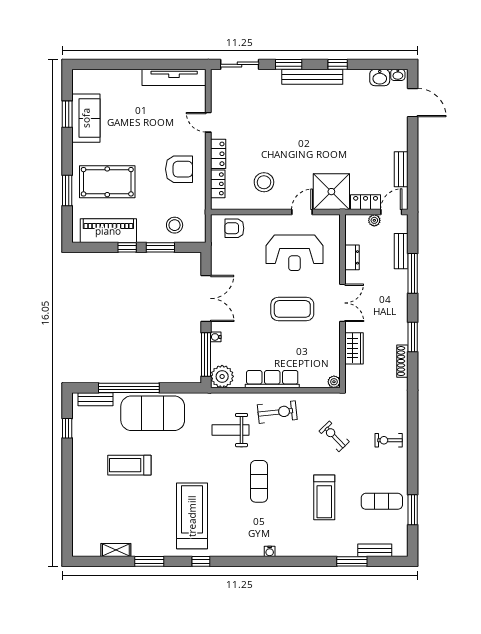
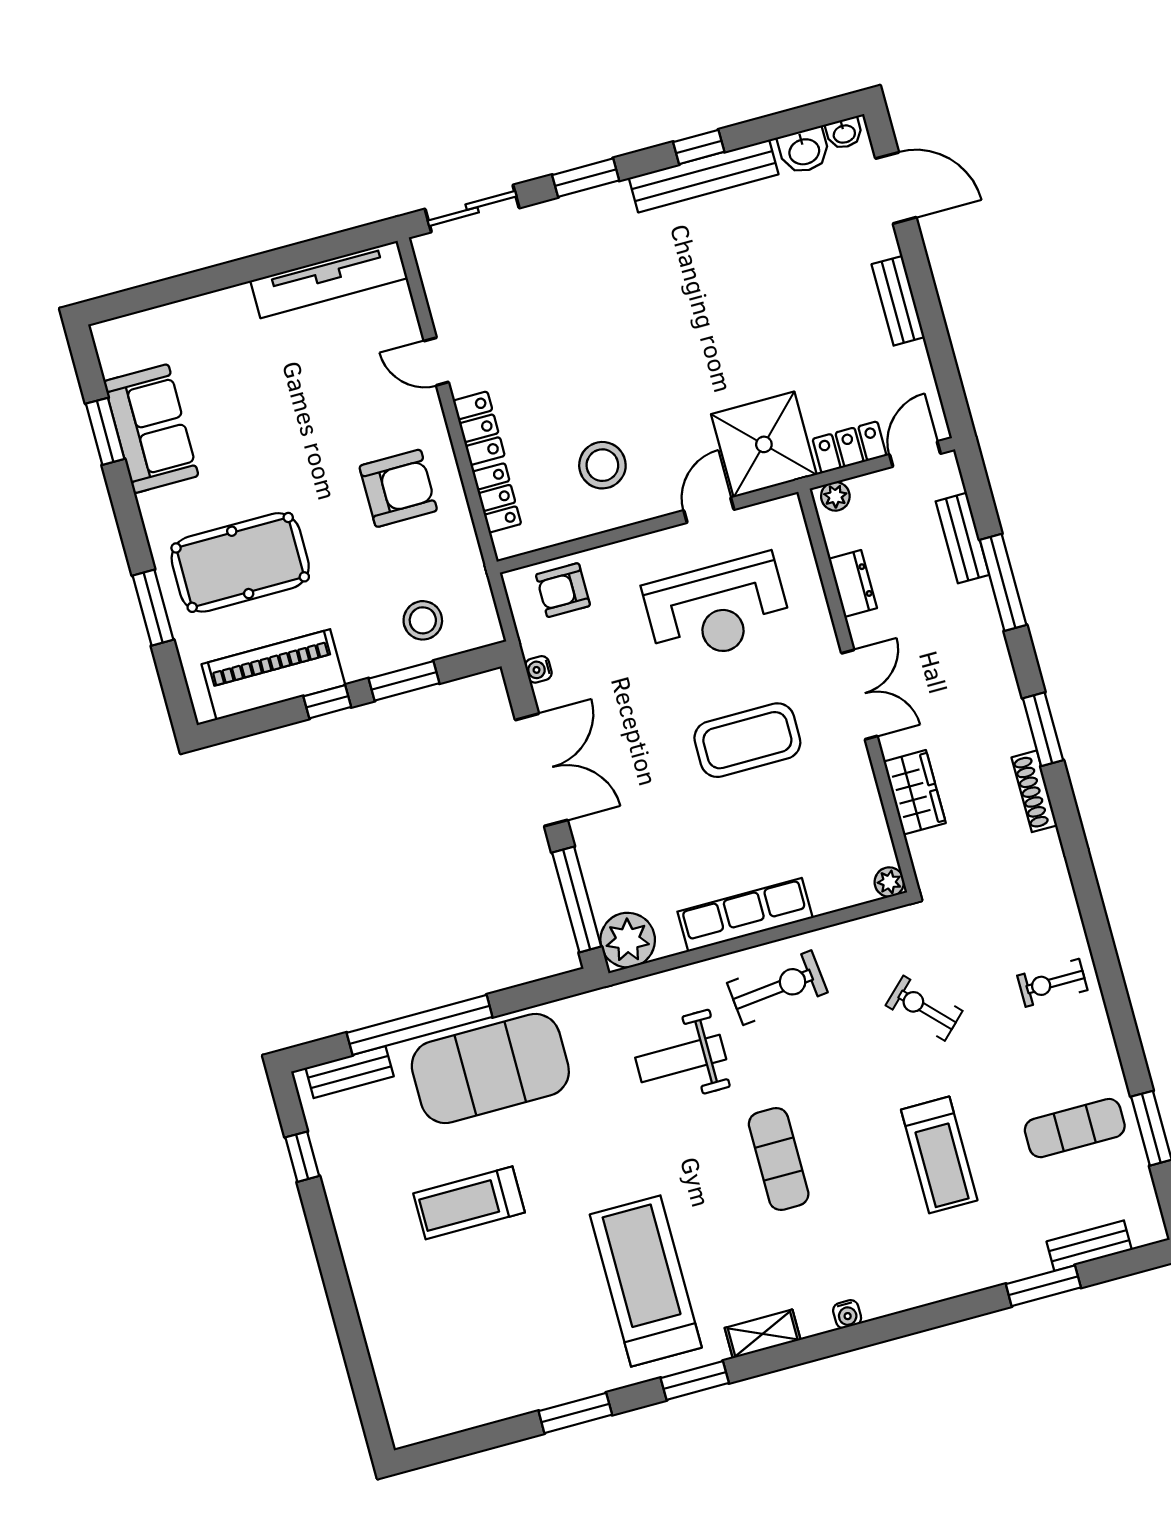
bench: (312, 77) -> (704, 176), moved
bench: (401, 169) -> (898, 301), moved
plant: (374, 220) -> (835, 496), moved
water cooler: (216, 337) -> (538, 669), moved
shelving: (116, 550) -> (763, 1334), moved
window: (201, 561) -> (695, 1380), width x1.50

